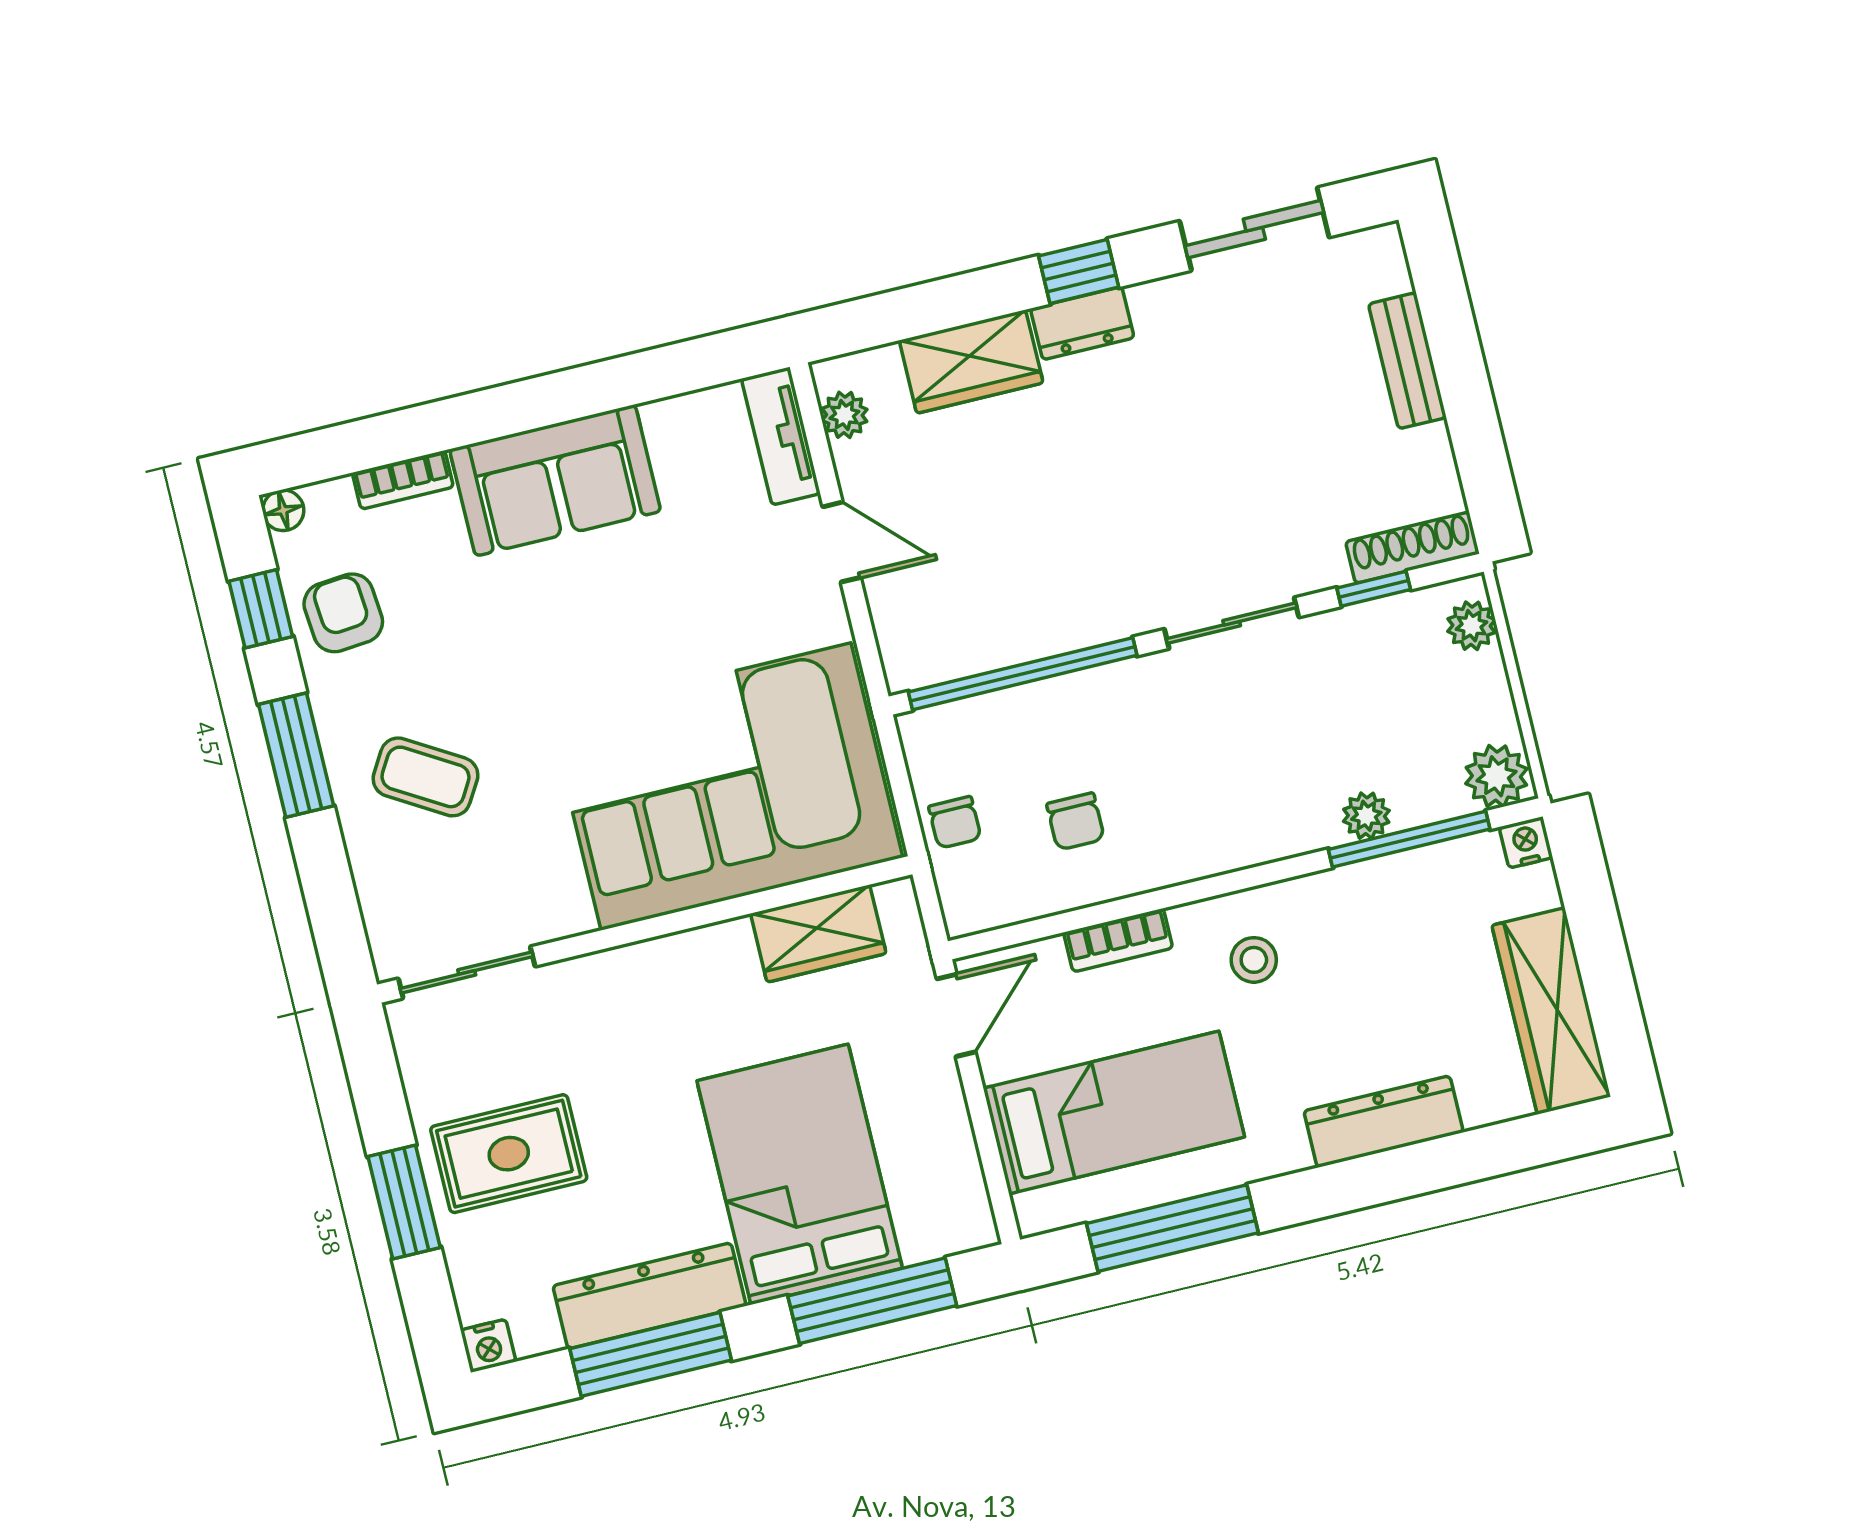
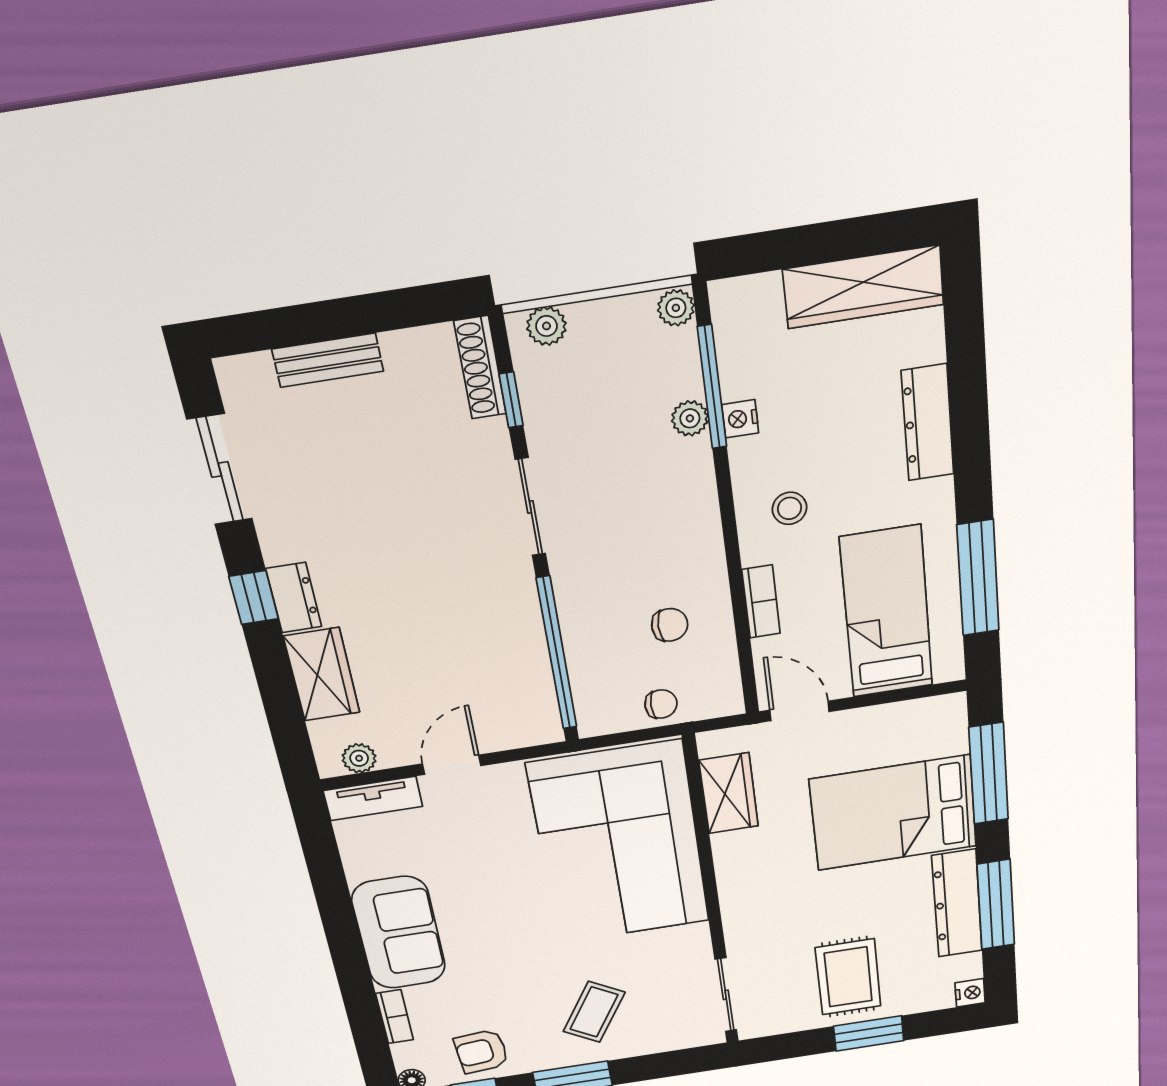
plant: (1496, 776) -> (676, 308), width x0.73, depth x0.73
nightstand: (1526, 842) -> (740, 419), moved

